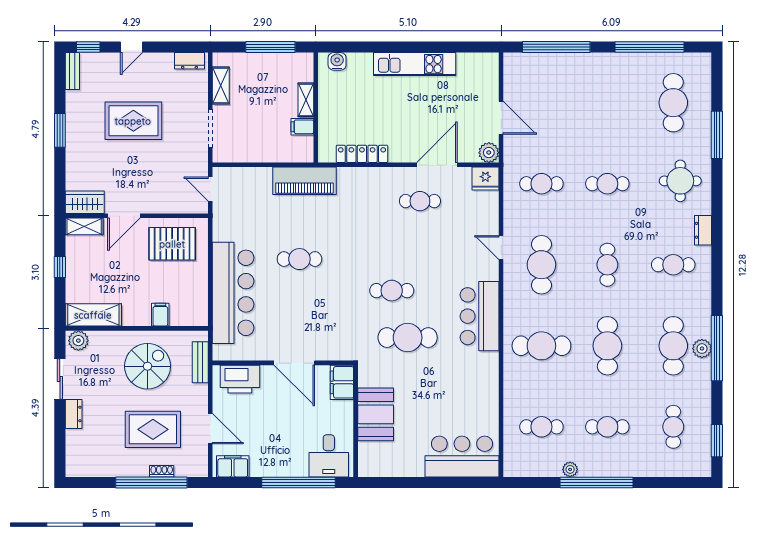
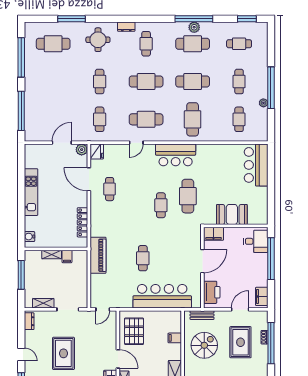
cafe table: (607, 265) -> (146, 82), width x1.37, depth x1.35
spiral stairs: (148, 366) -> (204, 345), turned 90

